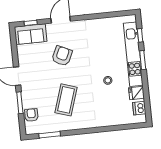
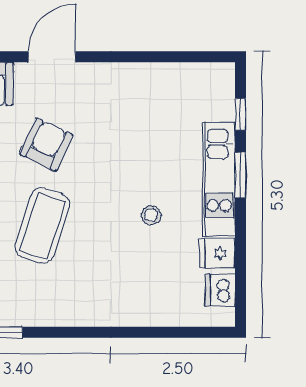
kitchen unit: (133, 54) -> (219, 179), width x0.73
coffee table: (66, 100) -> (42, 226), moved

